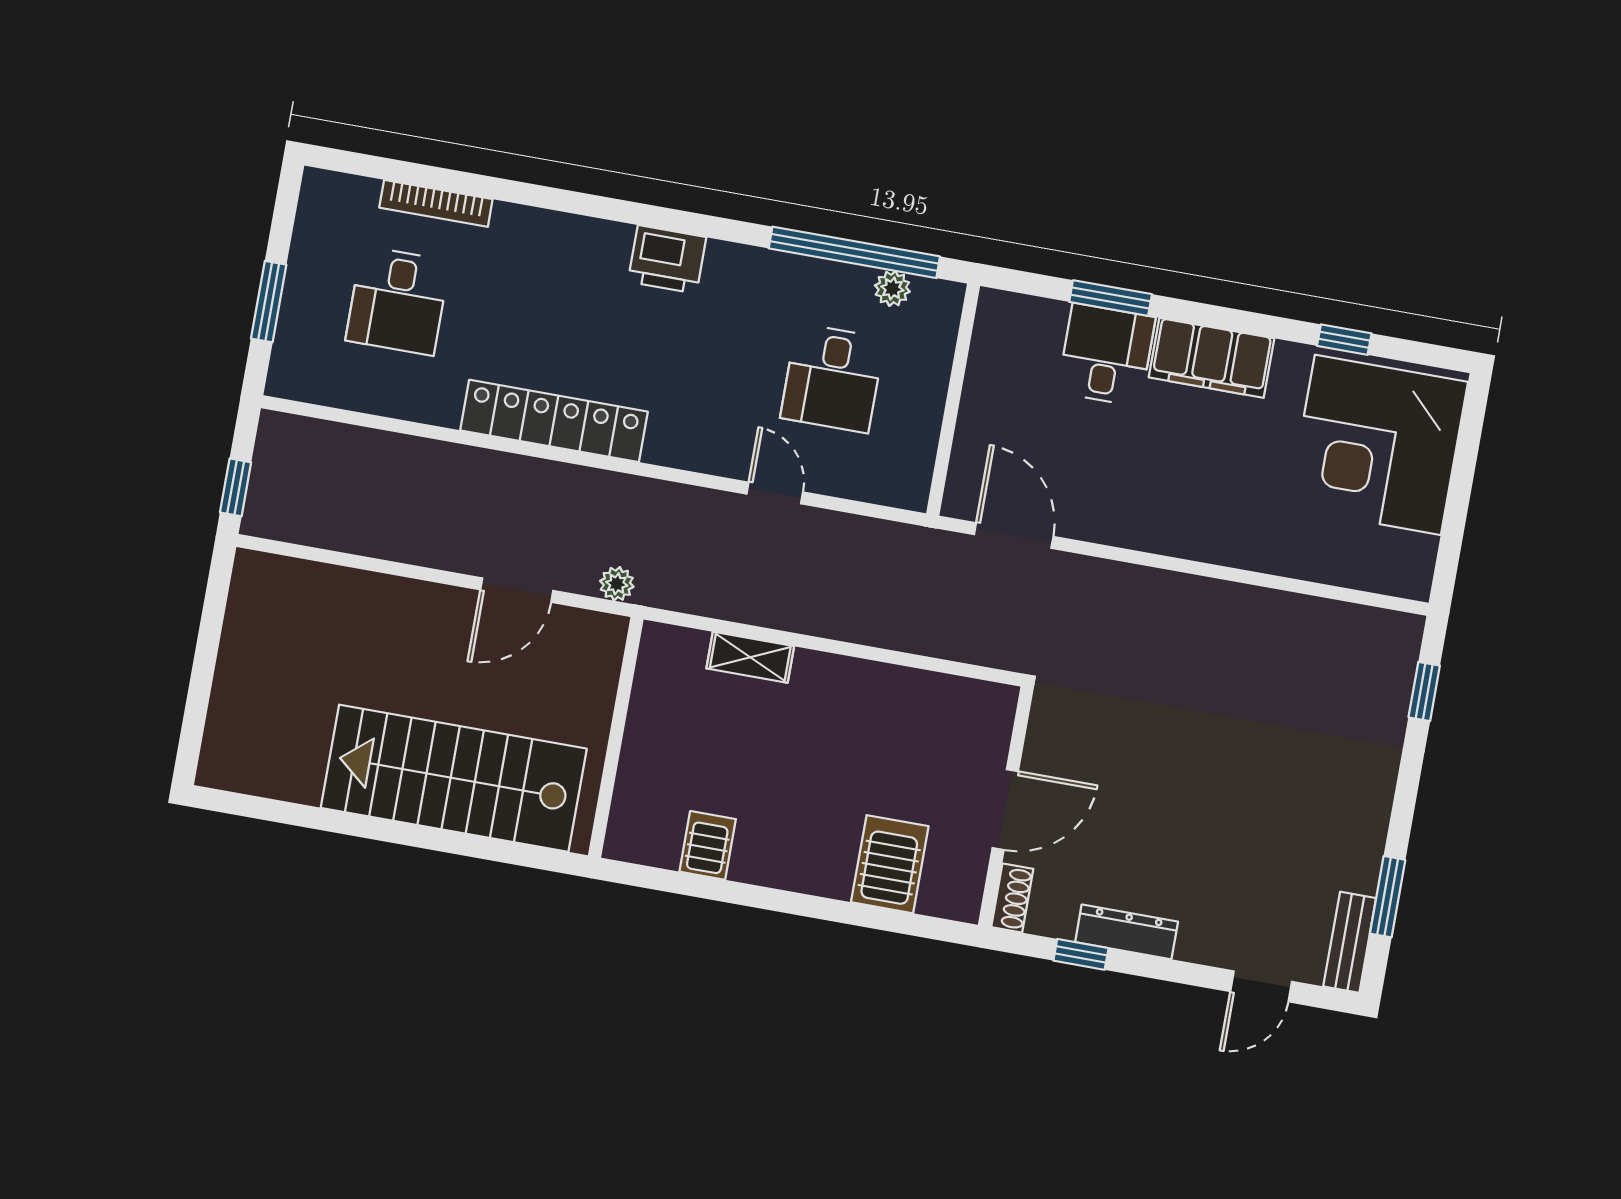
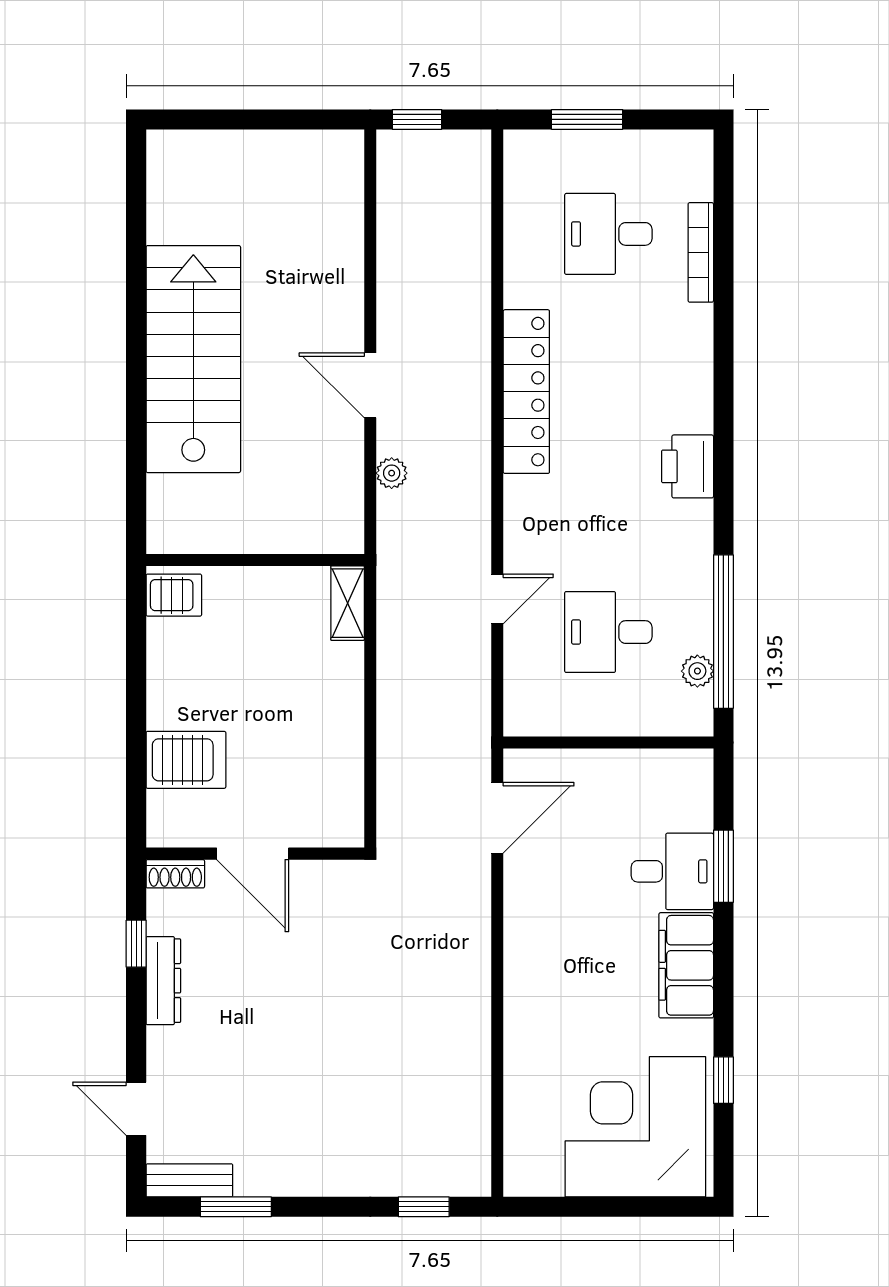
wall: (616, 737) -> (255, 560), moved

